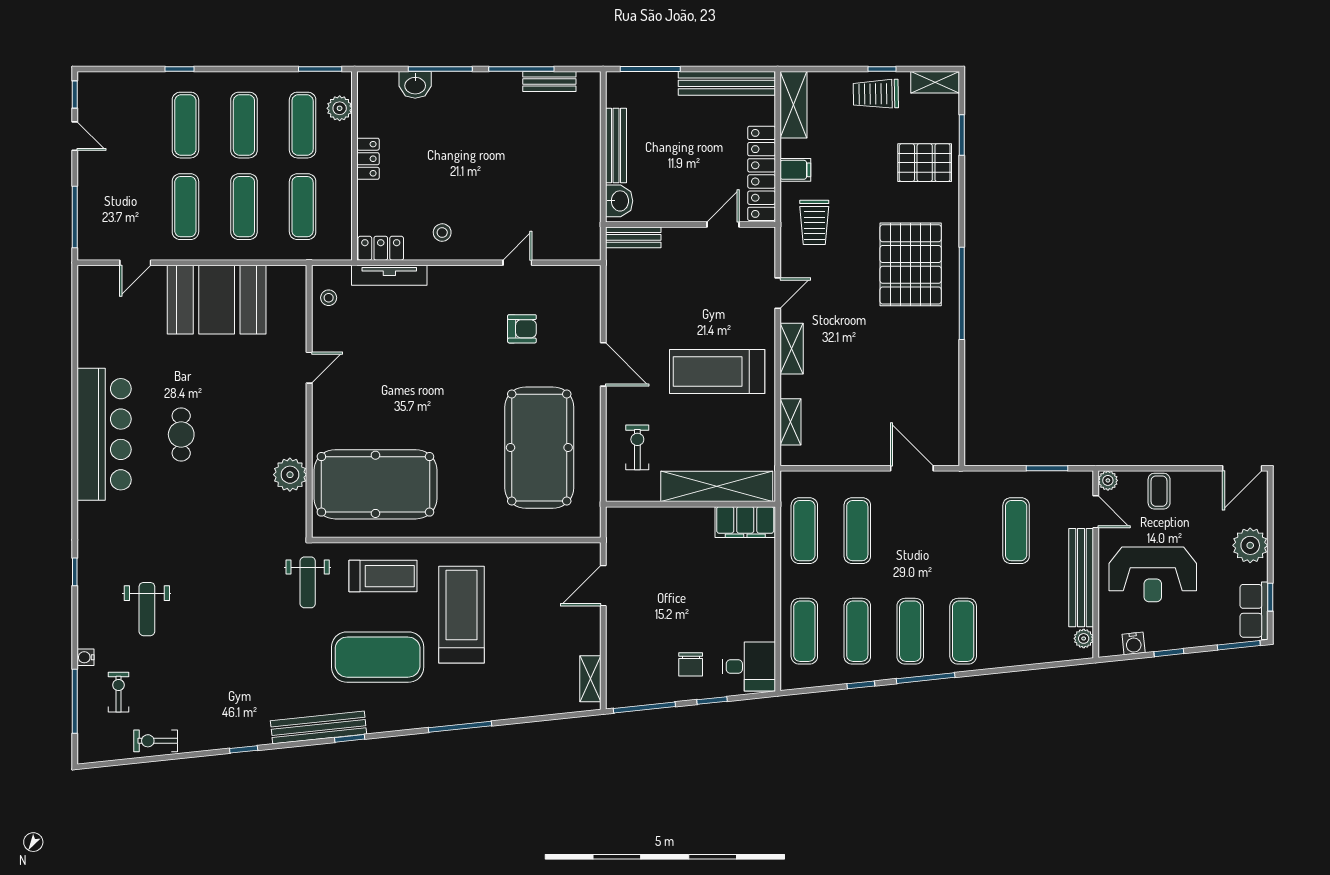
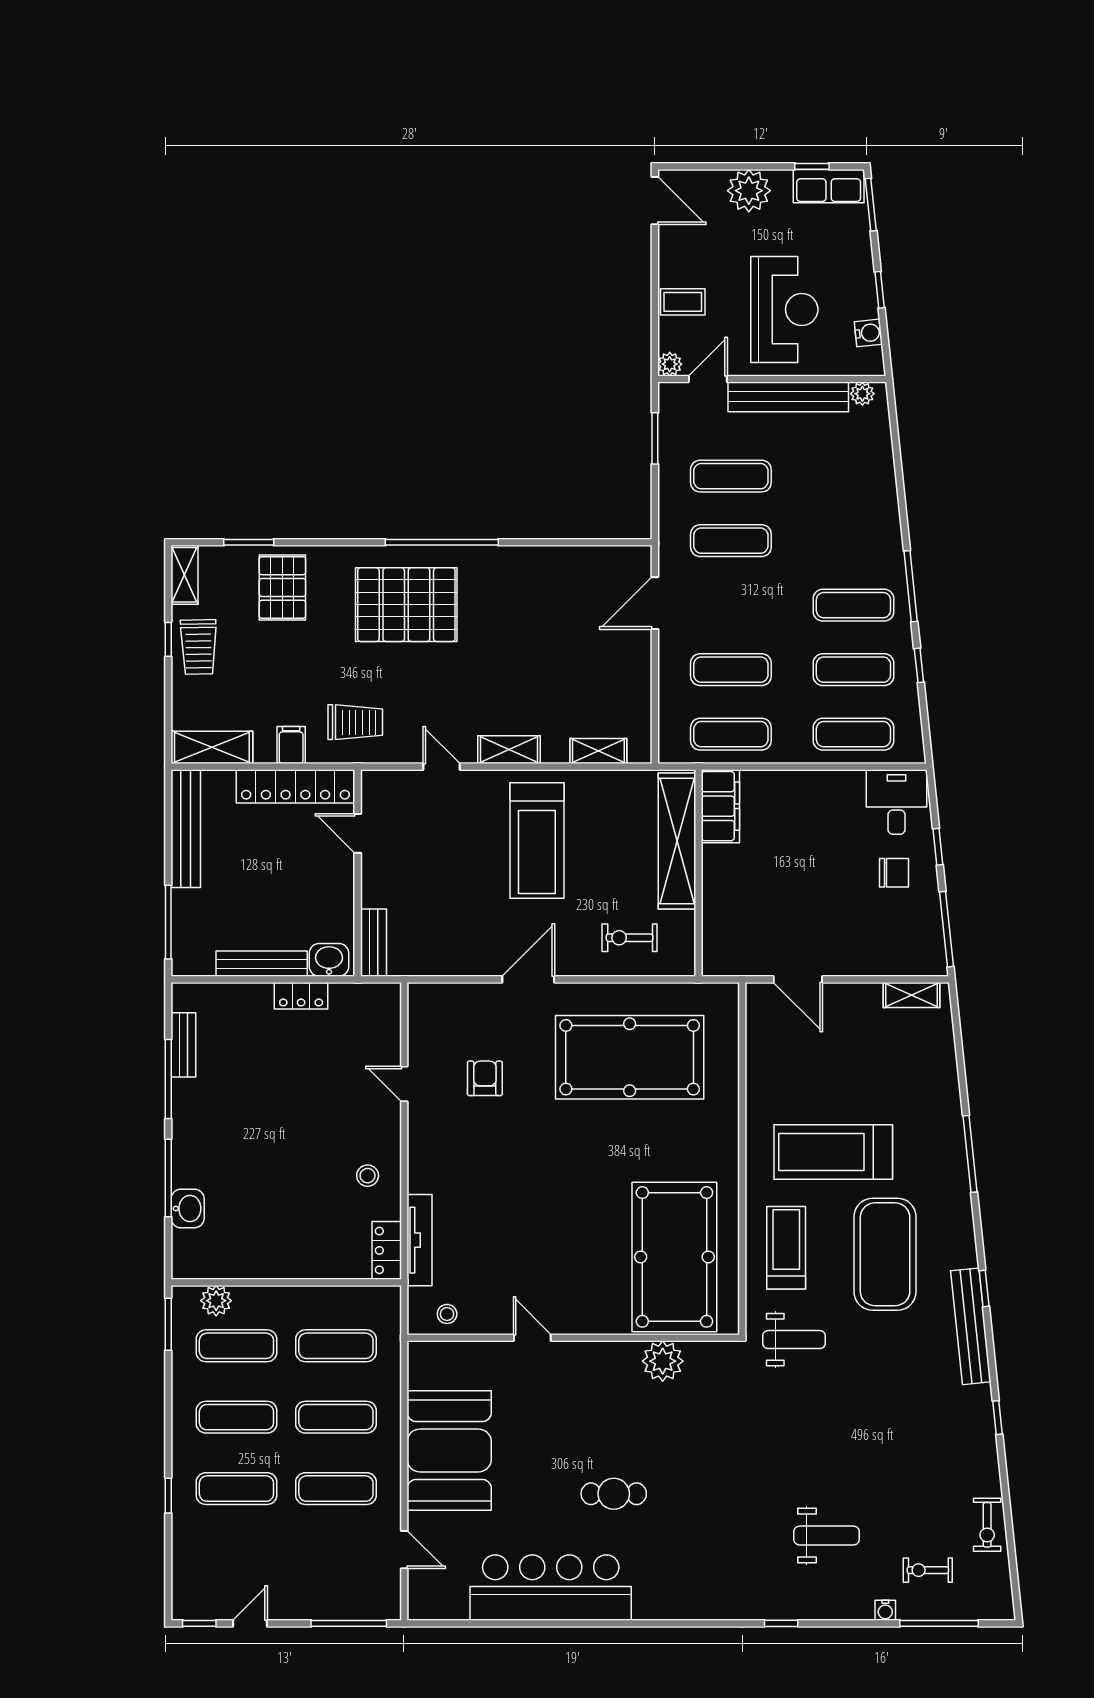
locker: (368, 159) -> (301, 996), moved, turned 180
bar counter: (104, 434) -> (551, 1588), moved
exercise mat: (963, 631) -> (731, 541), moved

